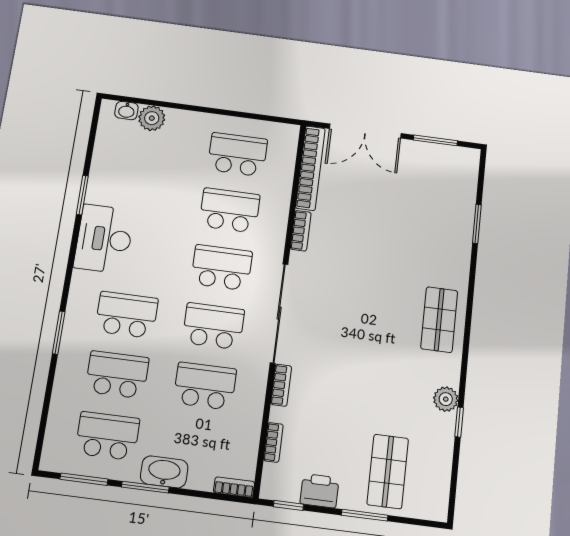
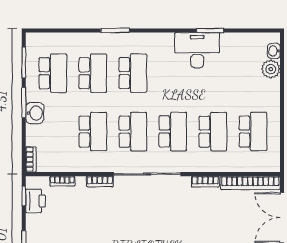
desk: (104, 239) -> (197, 50), moved
washbasin: (164, 472) -> (35, 113), width x0.72
printer: (319, 491) -> (35, 201), moved

